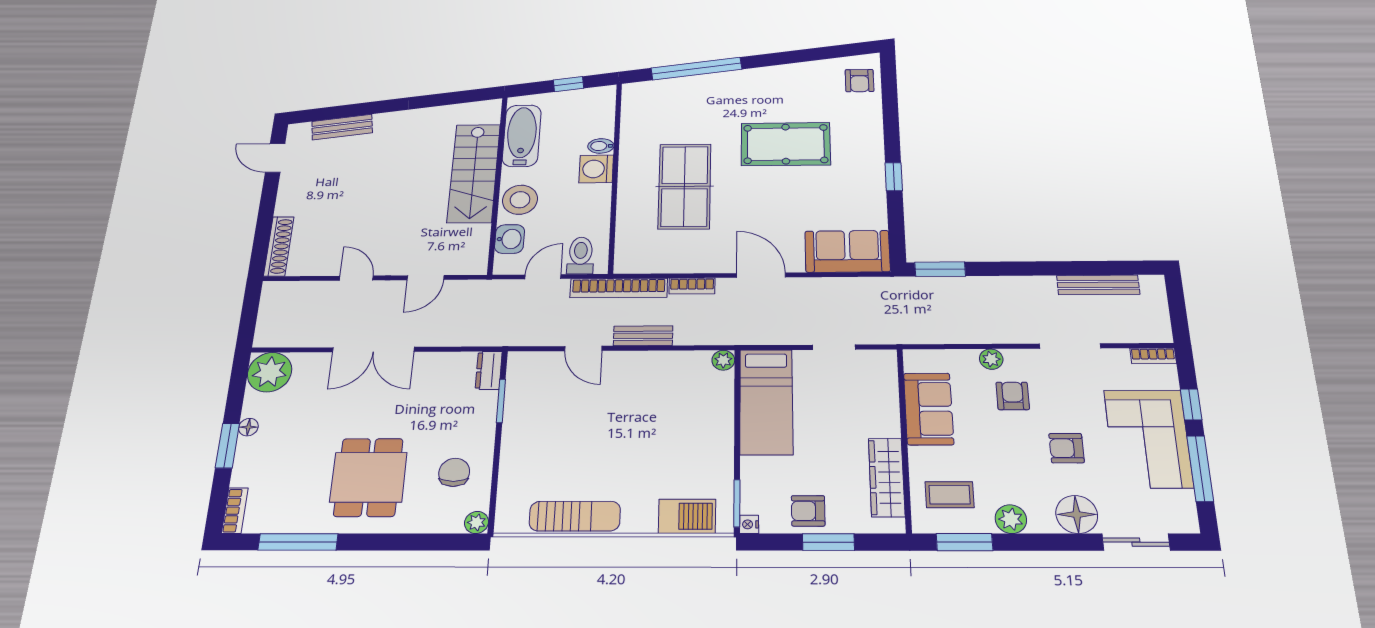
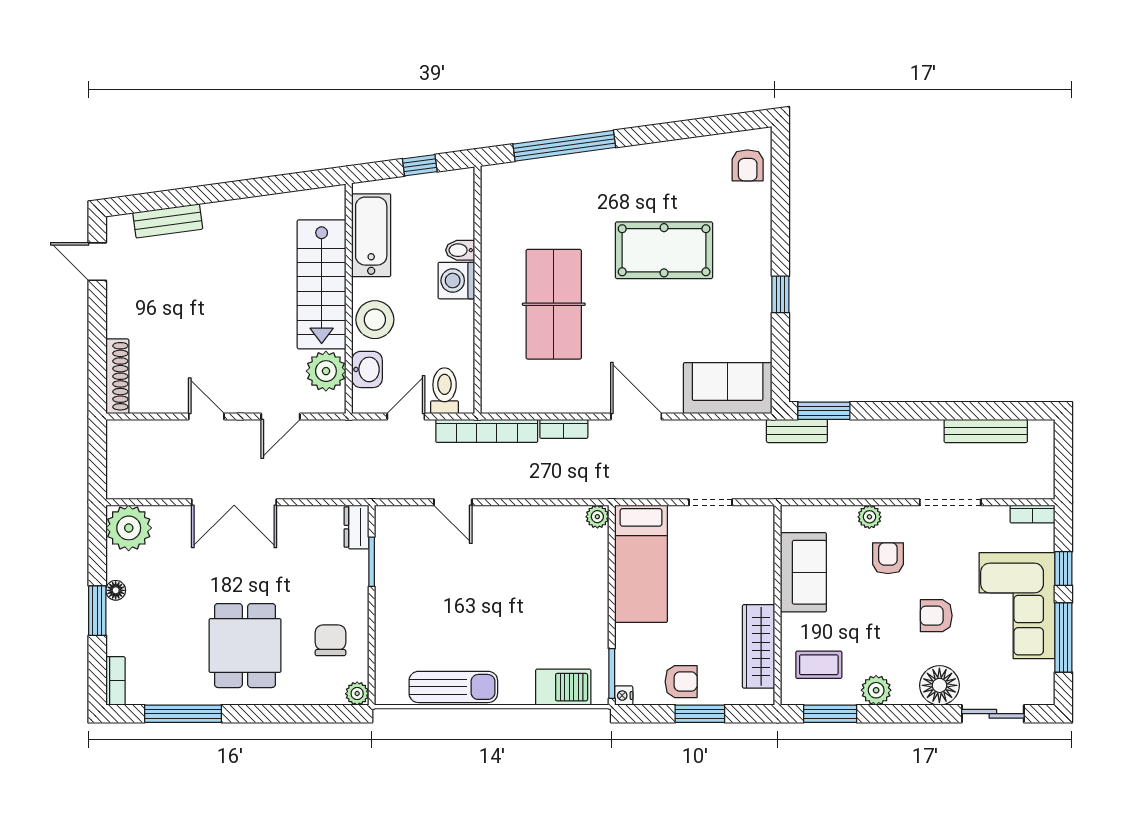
plant: (471, 241) -> (326, 371), added
bench: (643, 336) -> (797, 431), moved
armchair: (808, 511) -> (681, 682), turned 180

